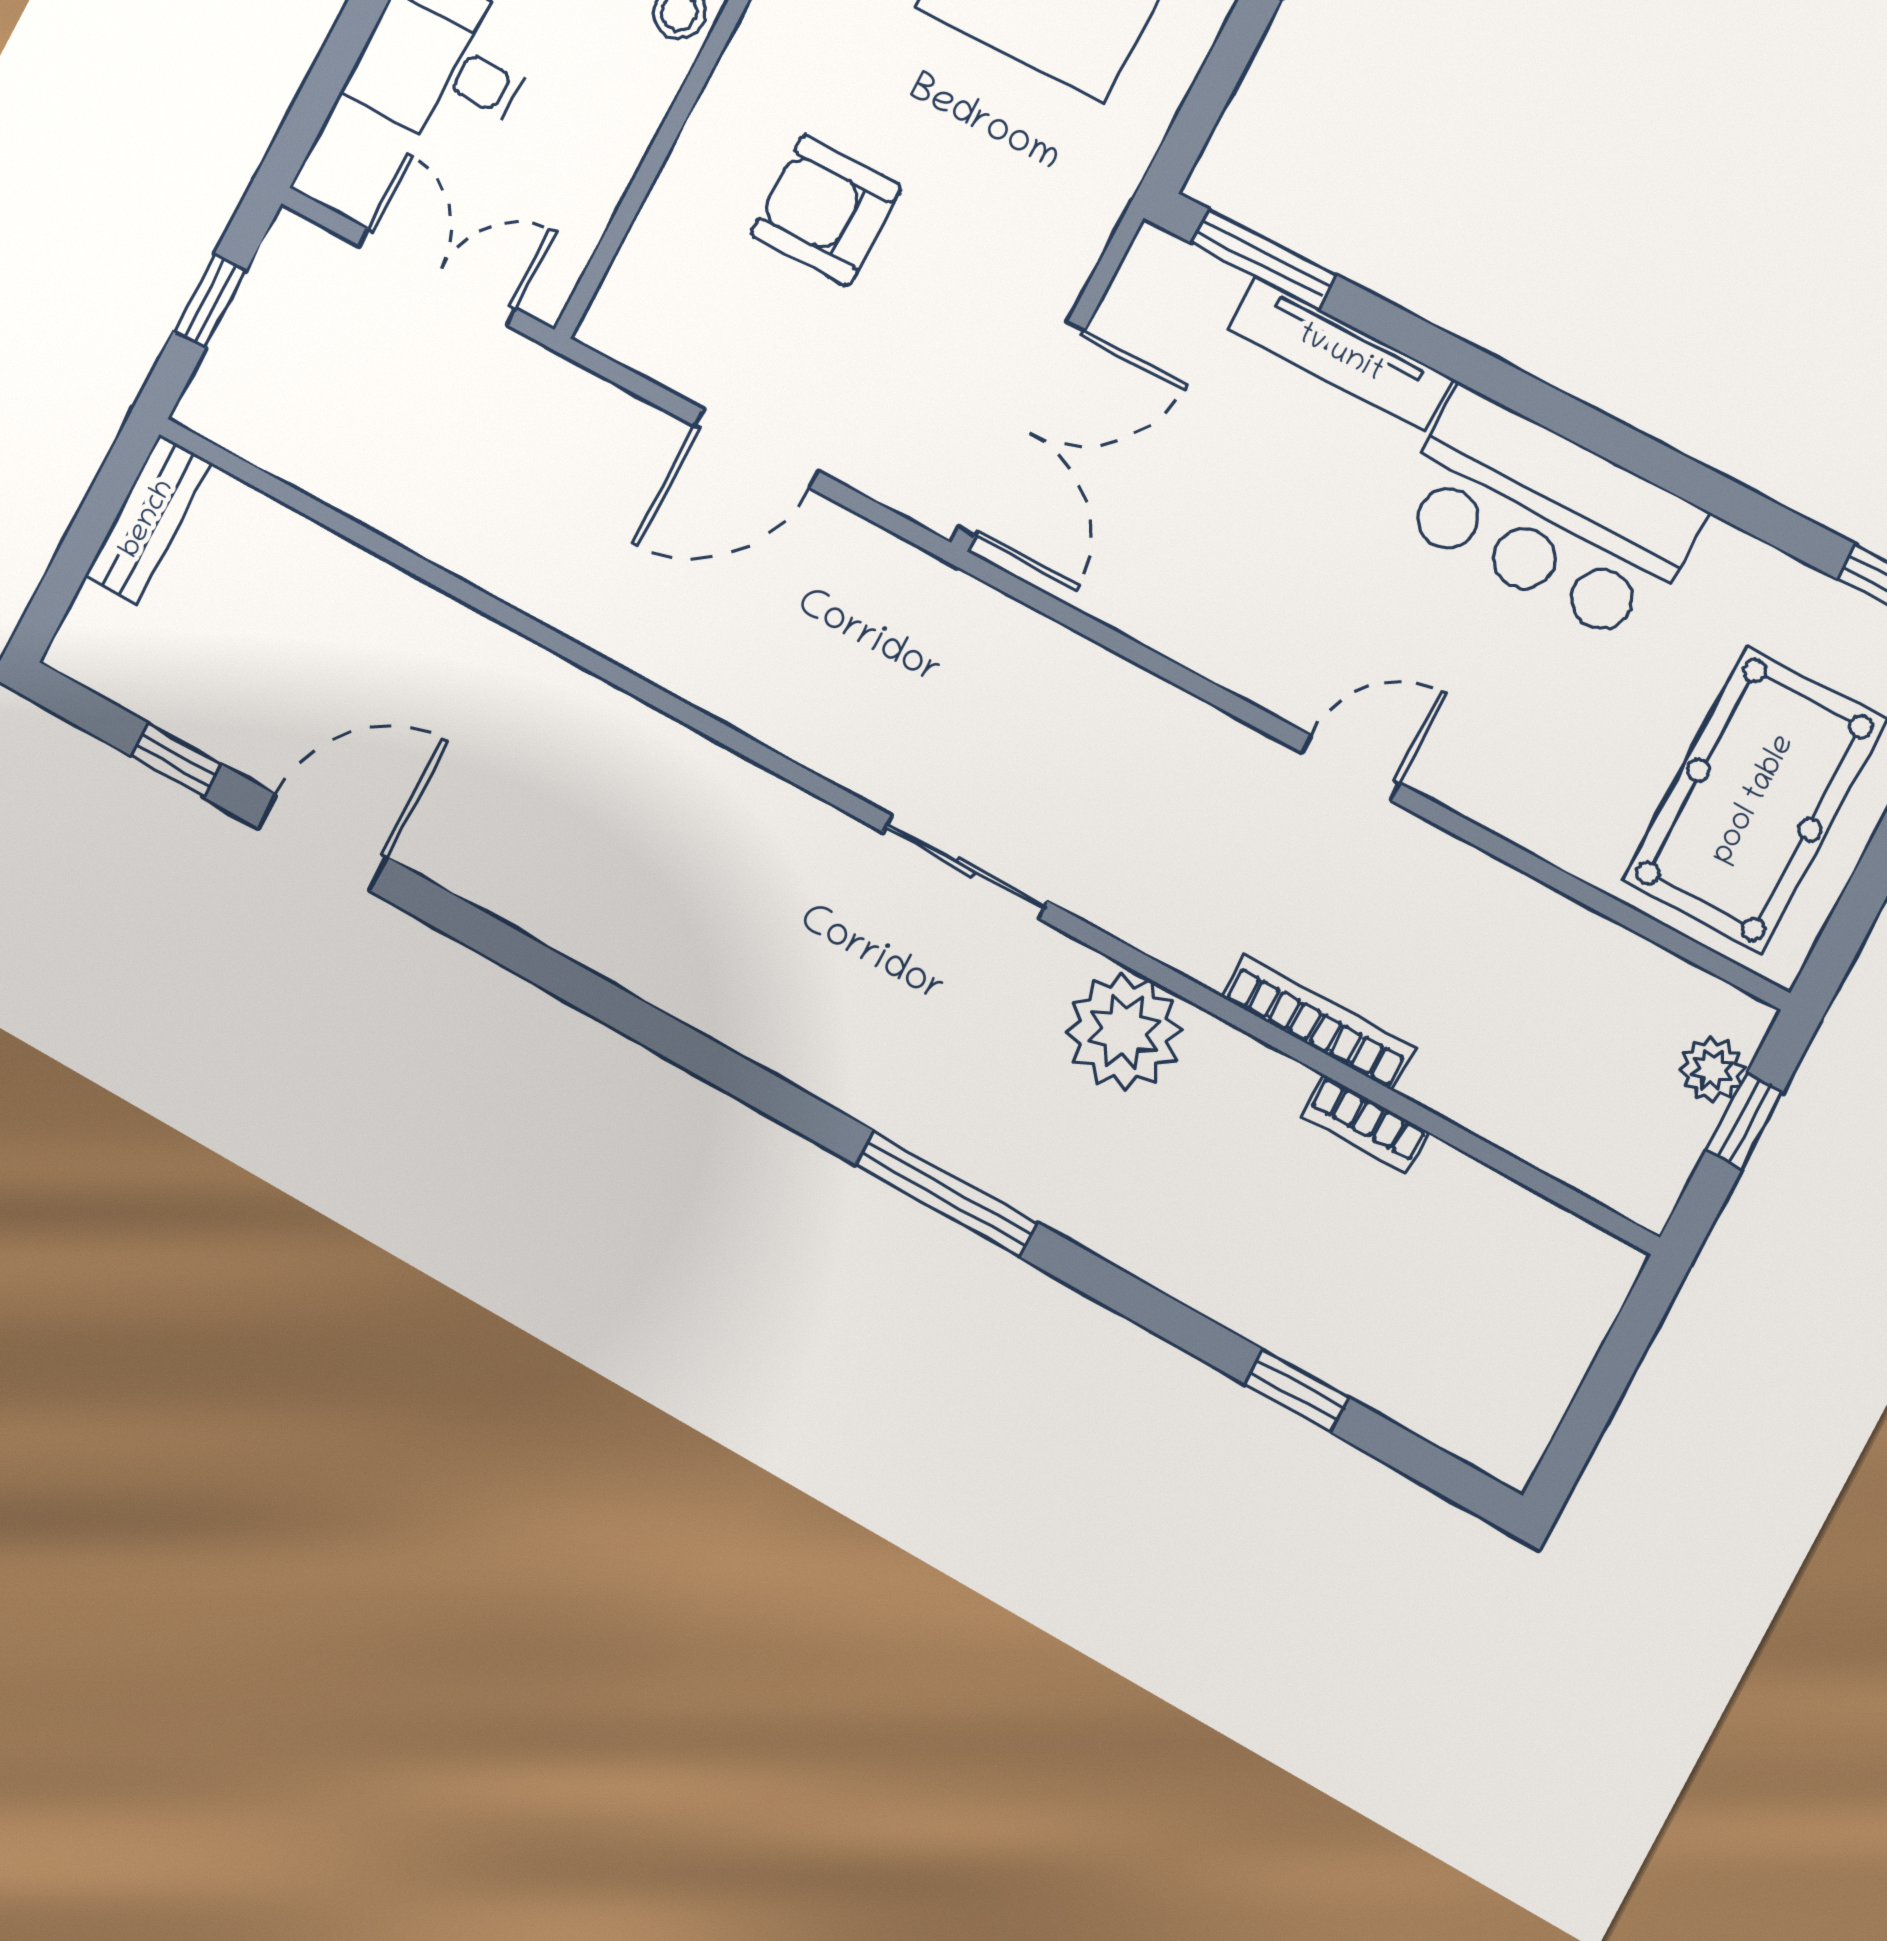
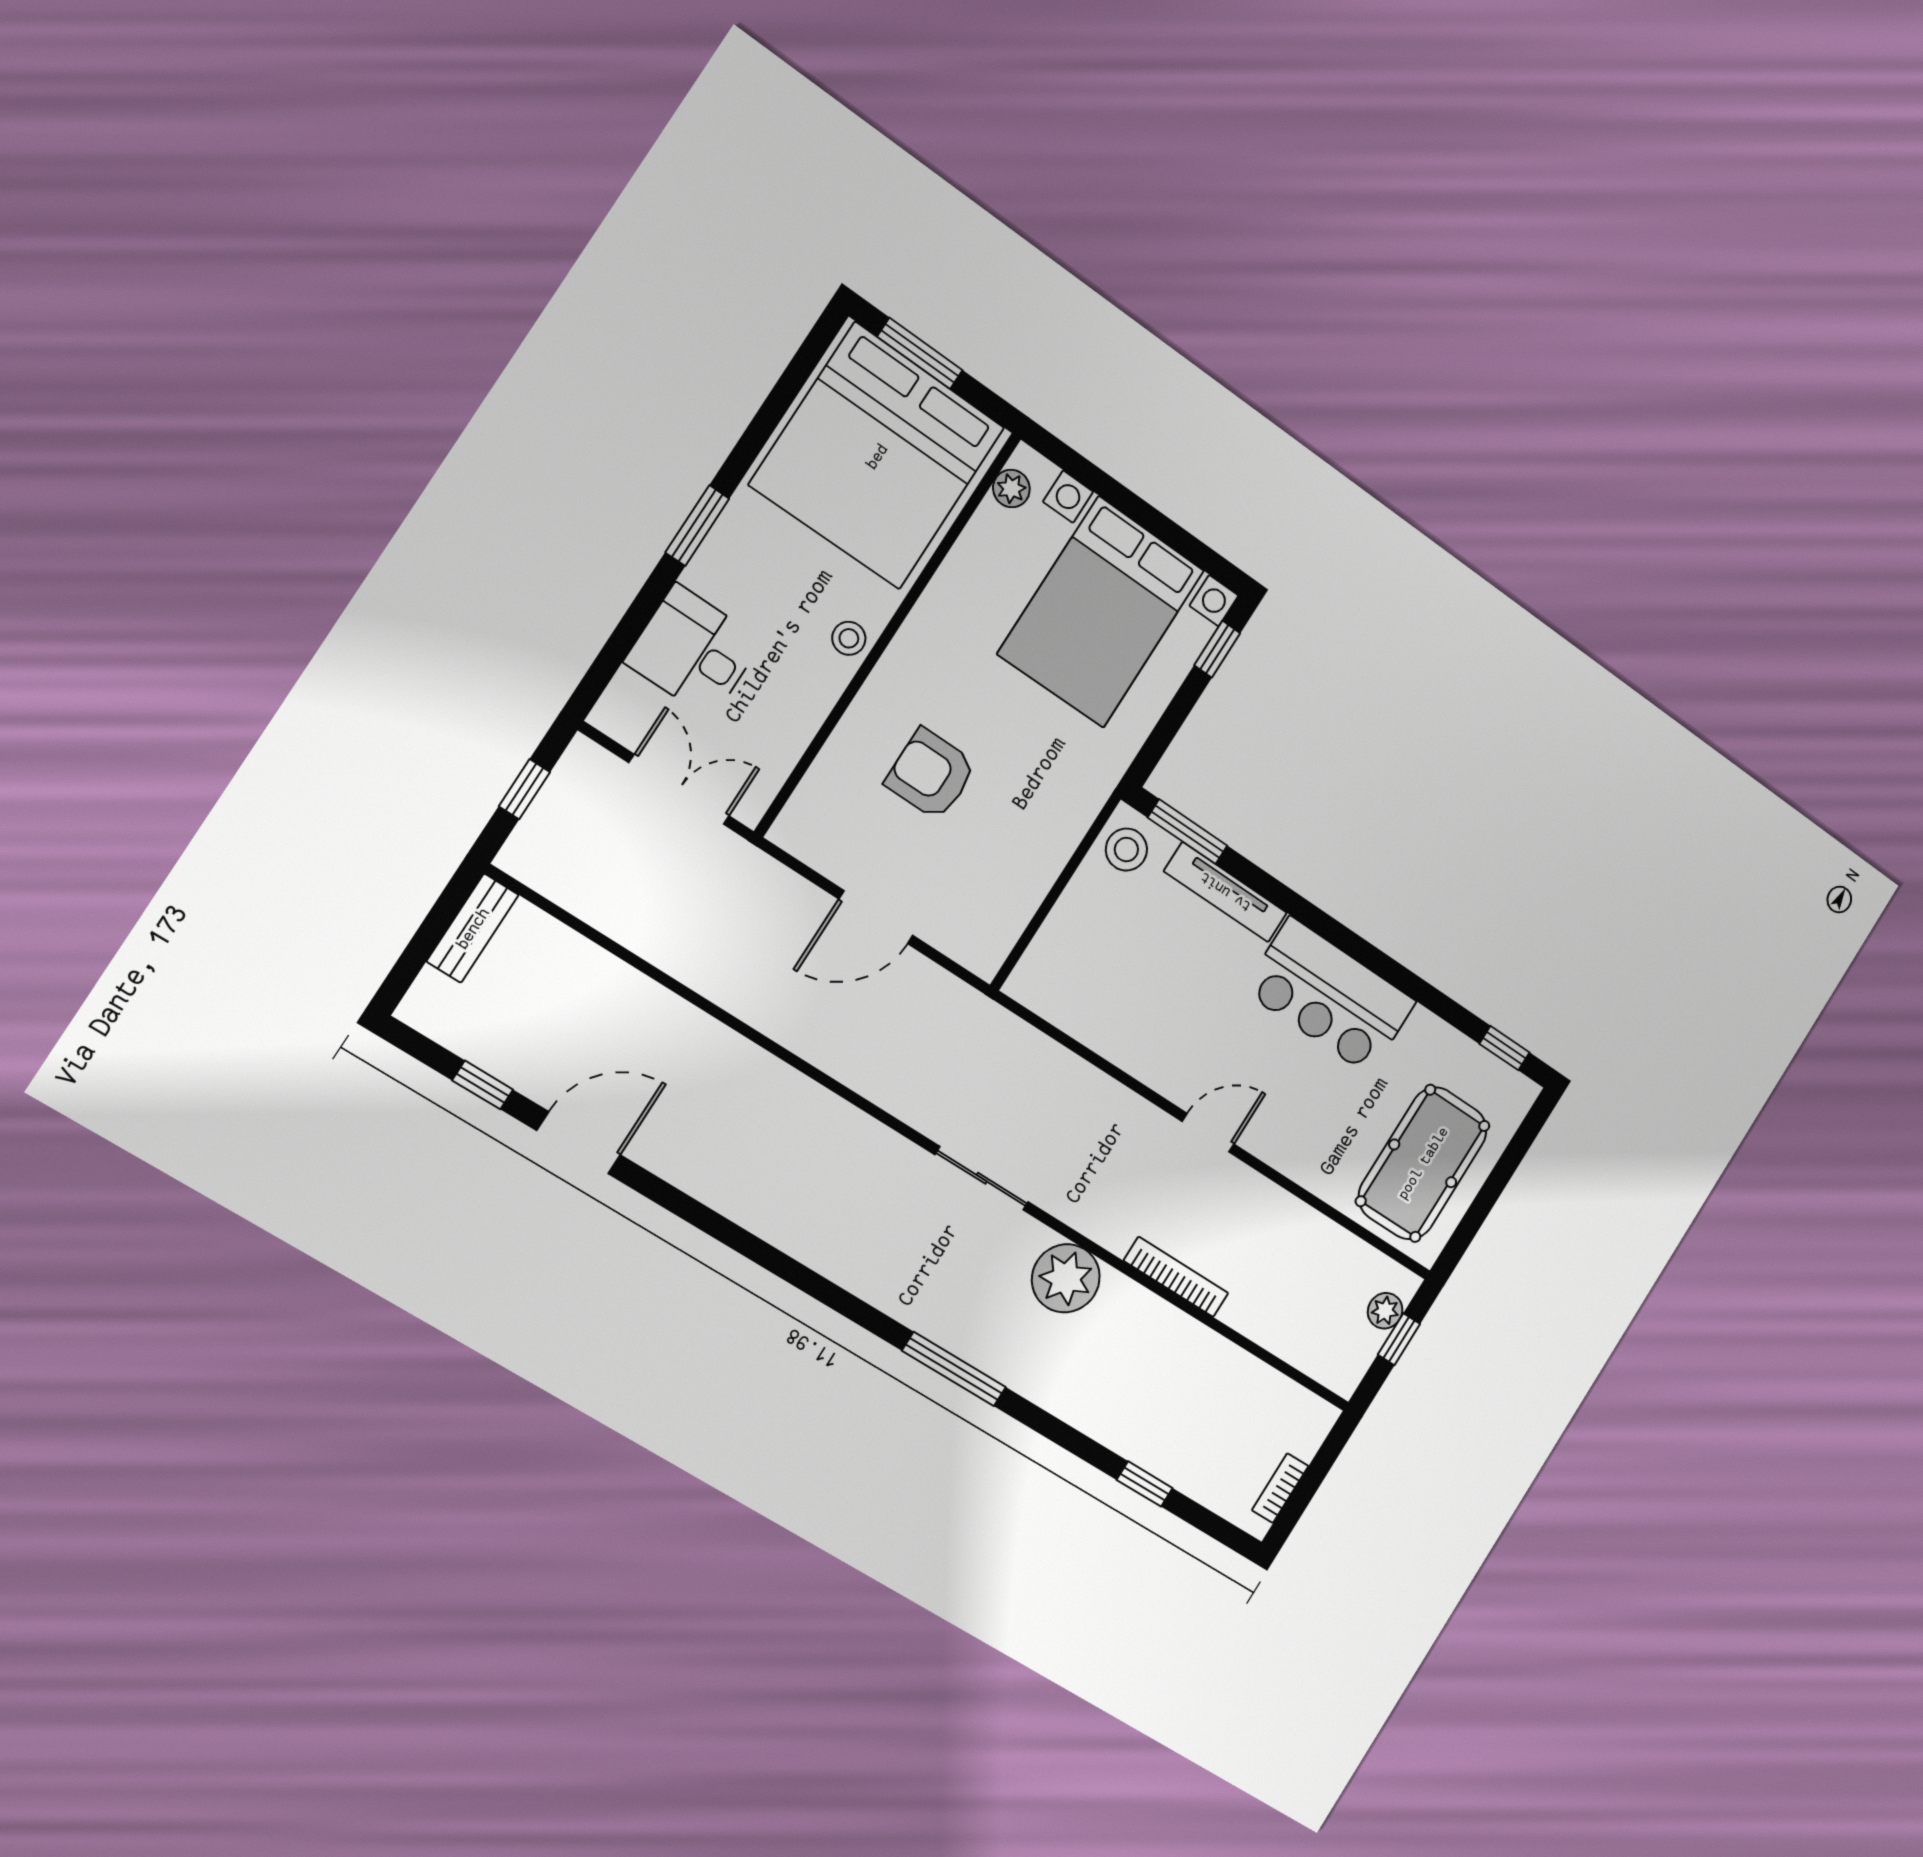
stool: (1161, 299) -> (1126, 850), added
double door: (1022, 429) -> (1038, 920), removed
bookcase: (1365, 1124) -> (1280, 1488), moved, turned 90

